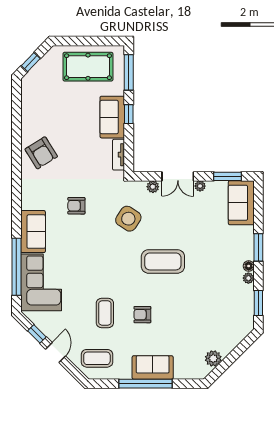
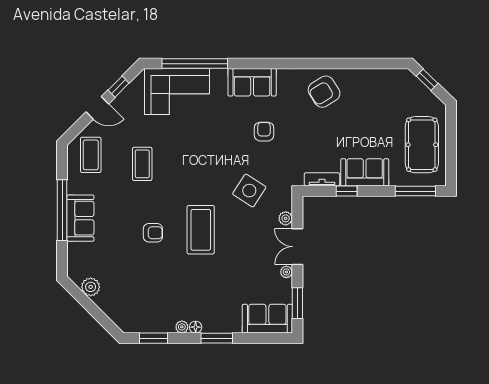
window: (129, 114) -> (347, 191), moved
sofa: (33, 232) -> (252, 82), moved
coffee table: (105, 313) -> (142, 164), turned 90
armchair: (142, 315) -> (153, 233), moved, turned 90

